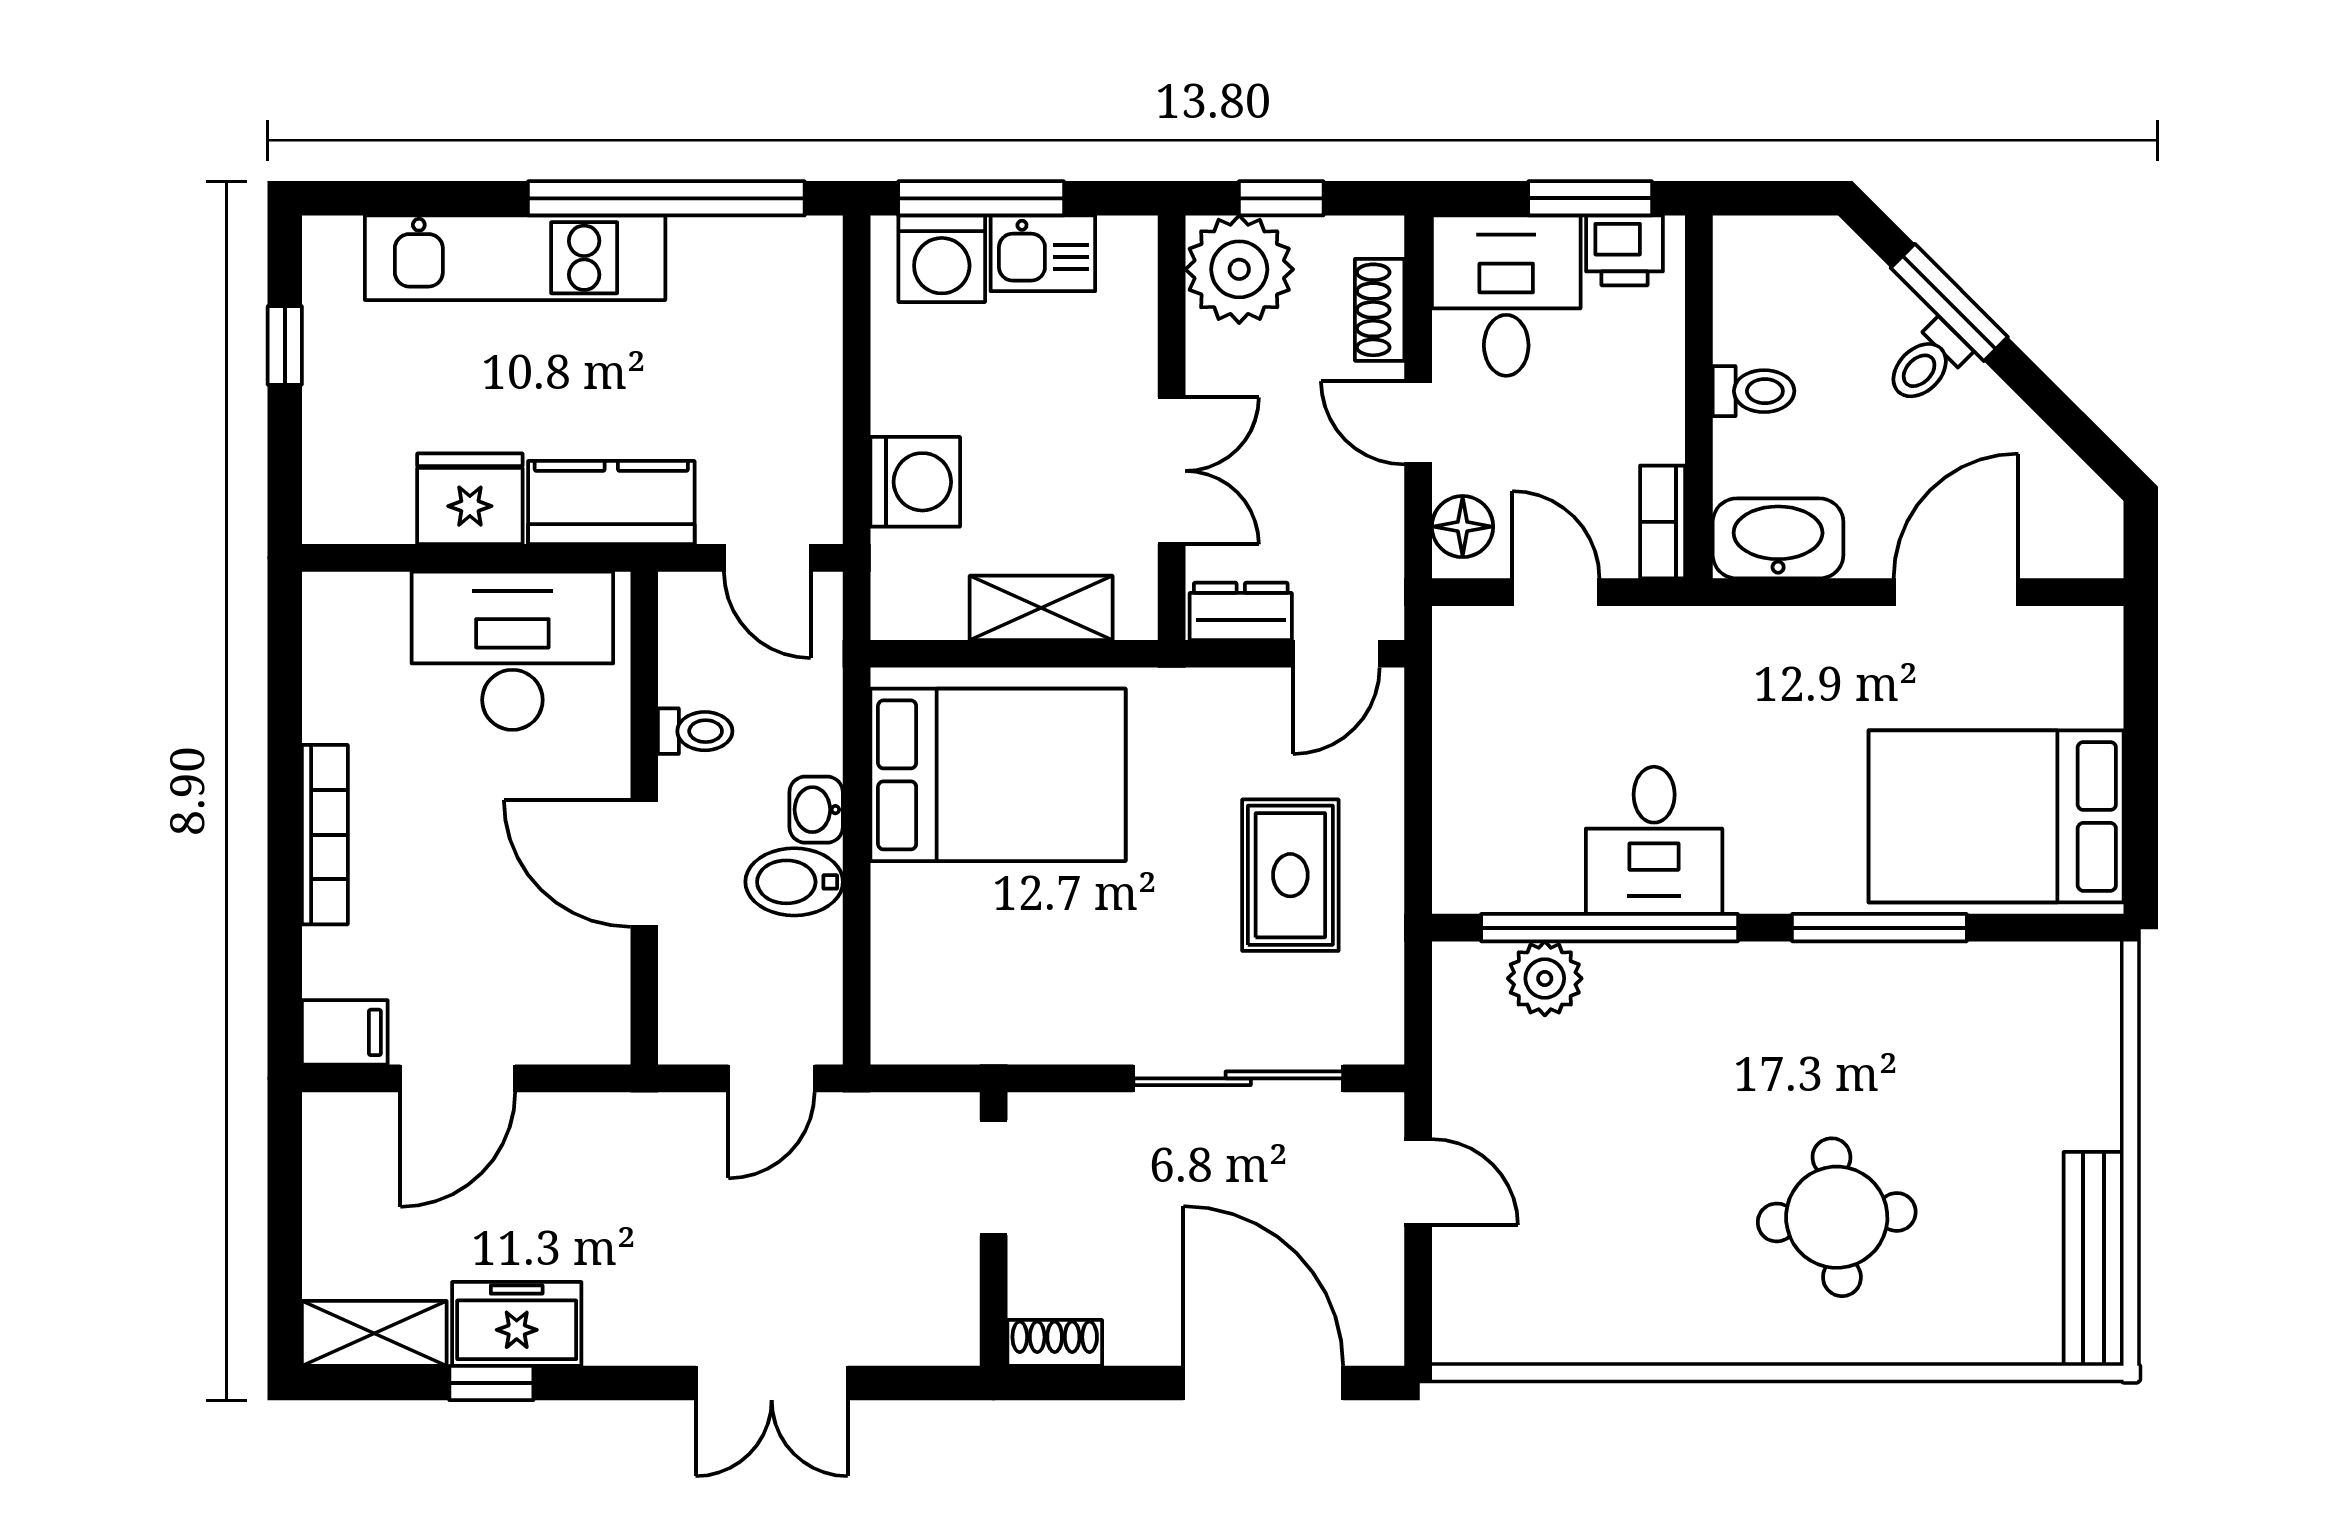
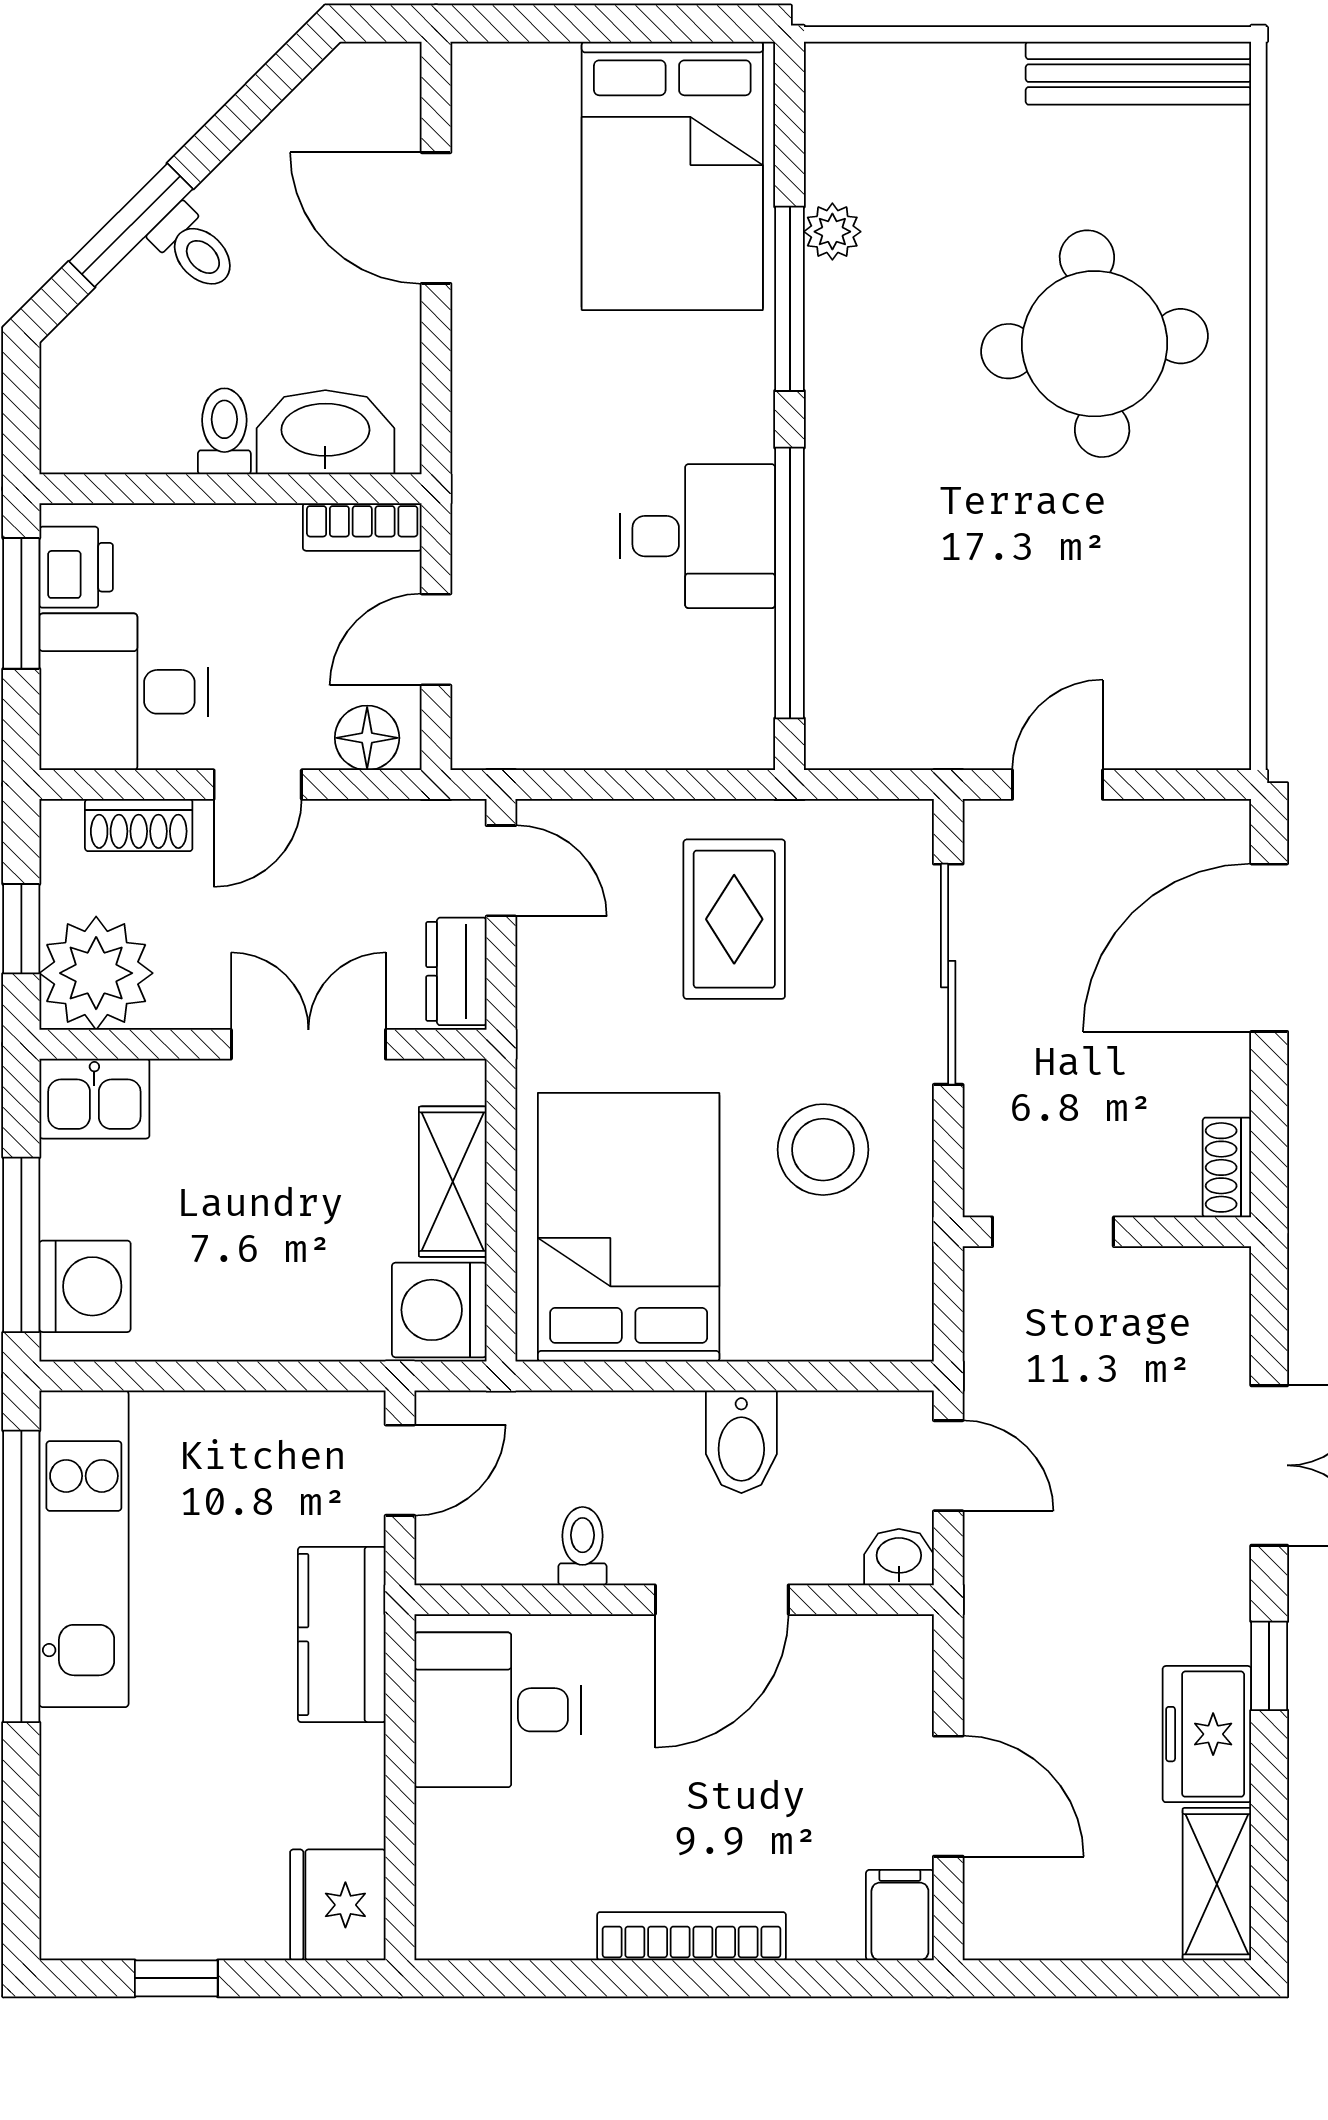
kitchen sink: (1043, 253) -> (94, 1099), moved, turned 90
kitchen unit: (515, 258) -> (84, 1549), moved
washing machine: (915, 482) -> (439, 1310), moved, turned -90
fridge: (470, 499) -> (338, 1905), moved
washbasin: (1778, 538) -> (325, 432), moved, turned 90
desk: (512, 651) -> (498, 1710), width x0.73
washbasin: (816, 810) -> (899, 1557), moved, turned 180
rug: (1290, 875) -> (734, 919), turned 90
stool: (1072, 959) -> (823, 1150), added
plant: (1545, 978) -> (832, 232), moved, width x0.73, depth x0.73
round table: (1837, 1217) -> (1095, 344), width x1.36, depth x1.36
window: (491, 1383) -> (1269, 1666), moved

